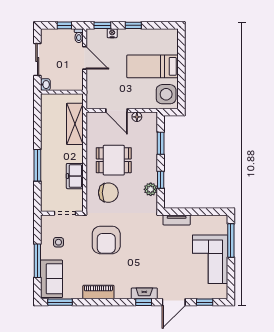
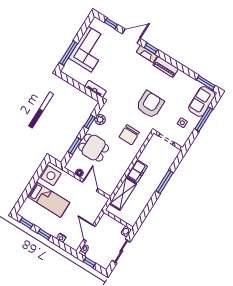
window: (102, 25) -> (26, 223), moved
dining table: (114, 160) -> (94, 148), moved
freezer: (75, 176) -> (137, 171), moved
chair: (108, 193) -> (129, 135), turned -90
piano: (98, 292) -> (166, 67), moved

